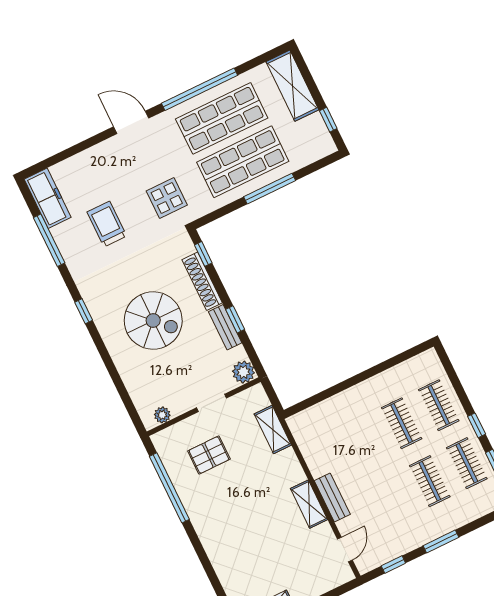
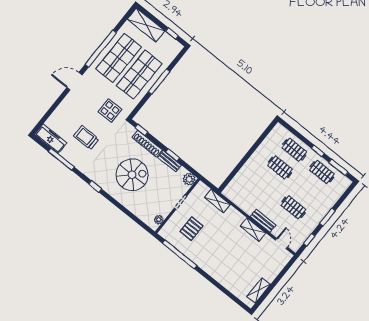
clothes rail: (430, 481) -> (293, 207), moved

